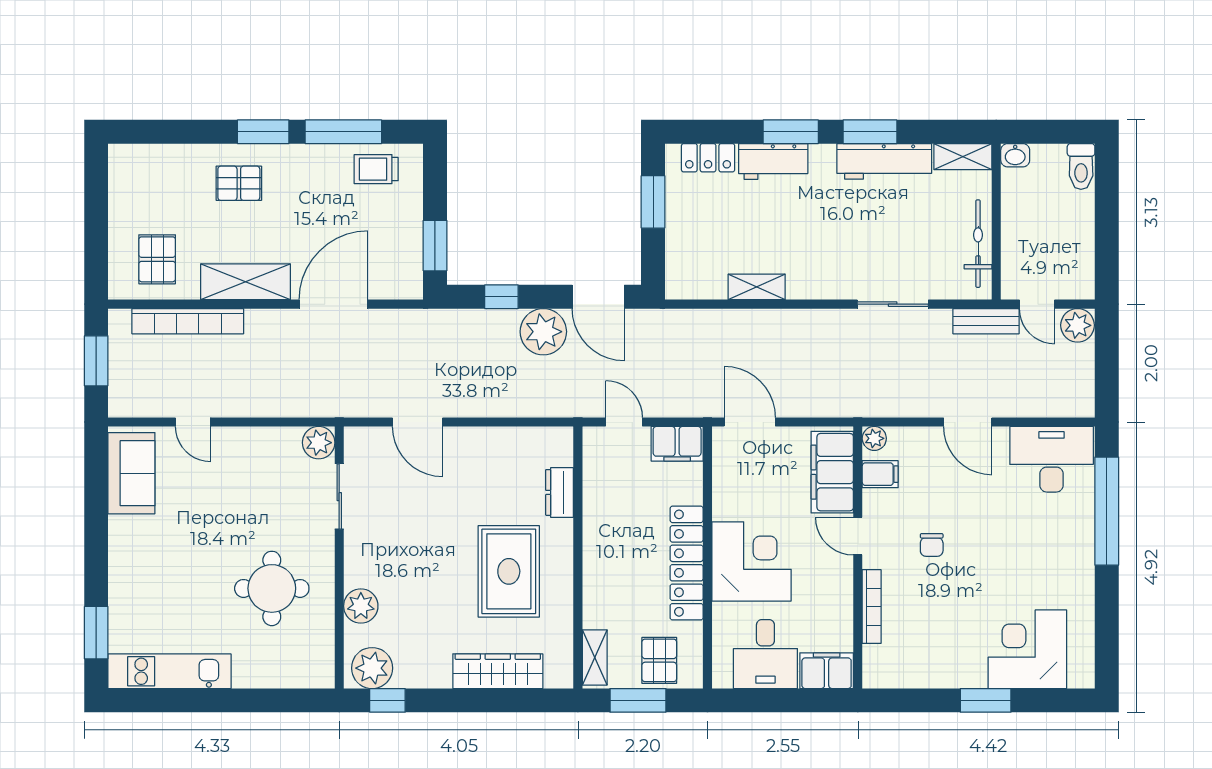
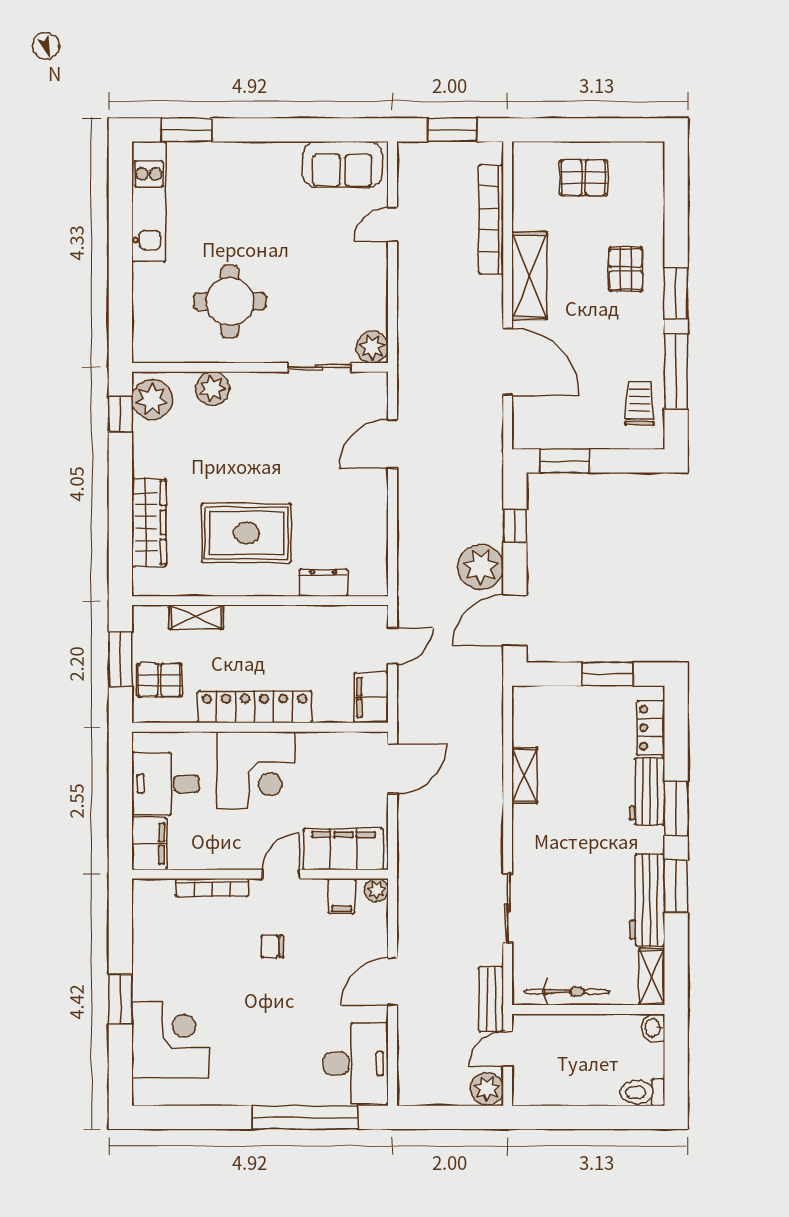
pallet: (157, 259) -> (584, 178), moved
shelving: (595, 657) -> (196, 617), moved

